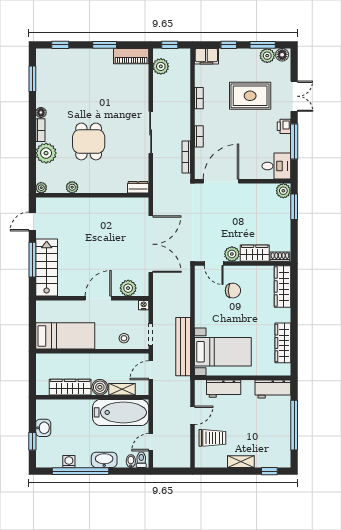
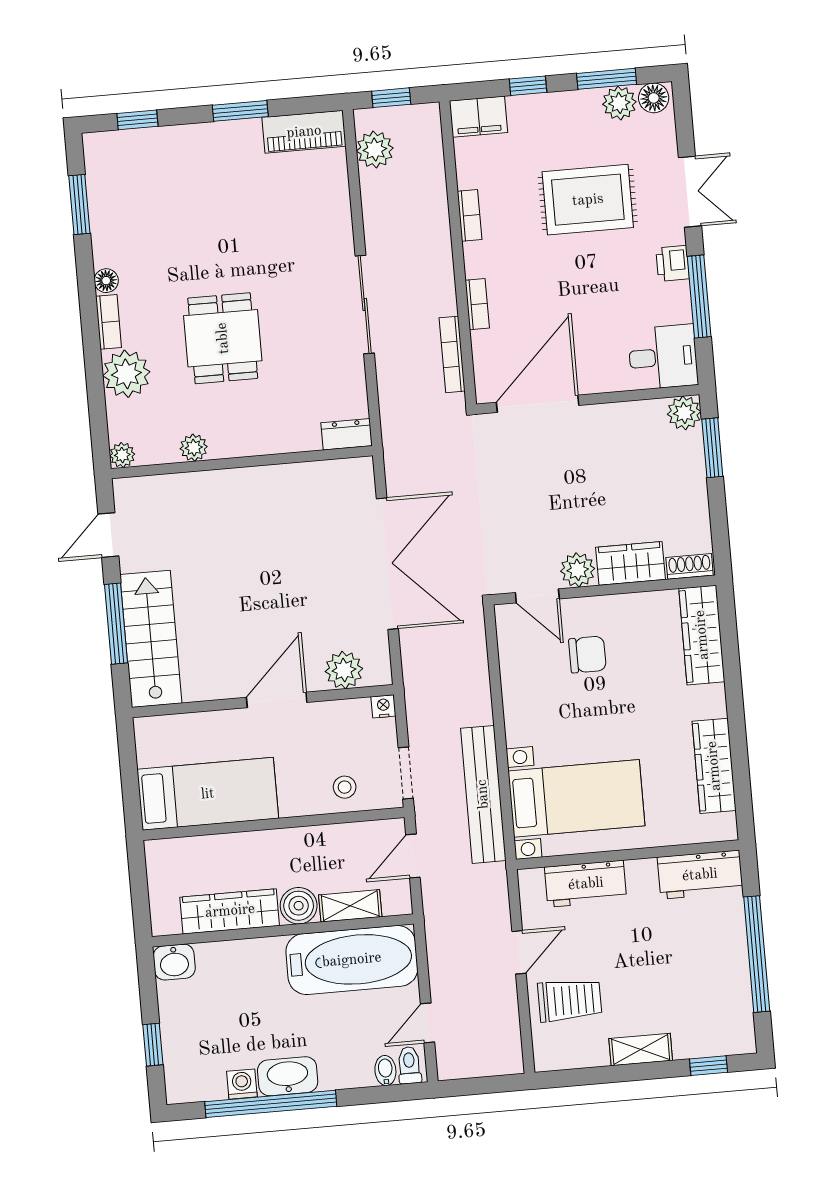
washbasin: (43, 428) -> (174, 962), moved, turned 90
washbasin: (104, 460) -> (288, 1076), moved

